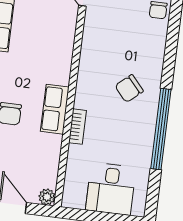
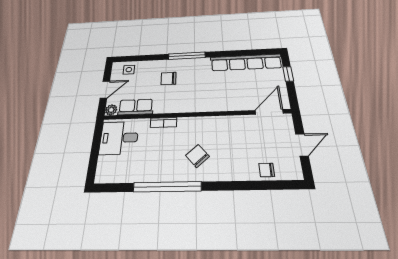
row of seats: (55, 109) -> (136, 107), moved
desk: (111, 189) -> (119, 138), moved

